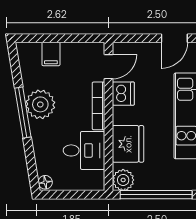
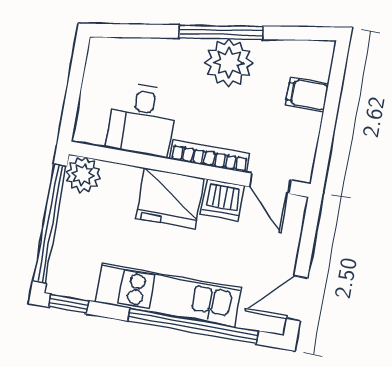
door: (174, 38) -> (297, 298), hinge flipped
fridge: (128, 144) -> (170, 198), moved
floor lamp: (45, 182) -> (102, 48), removed

